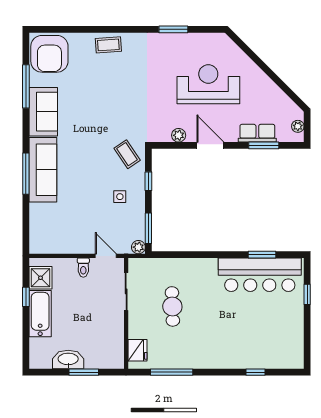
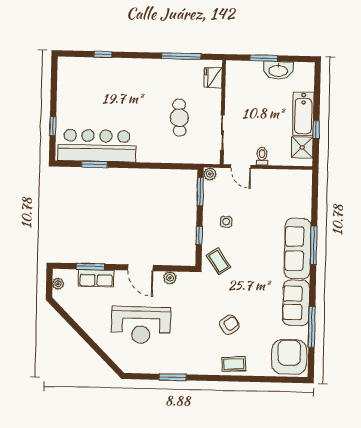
armchair: (114, 87) -> (229, 325), added

